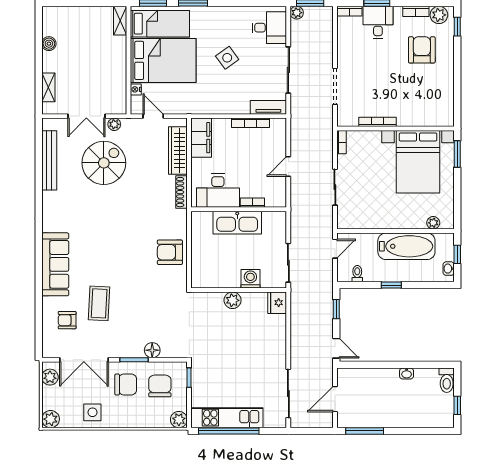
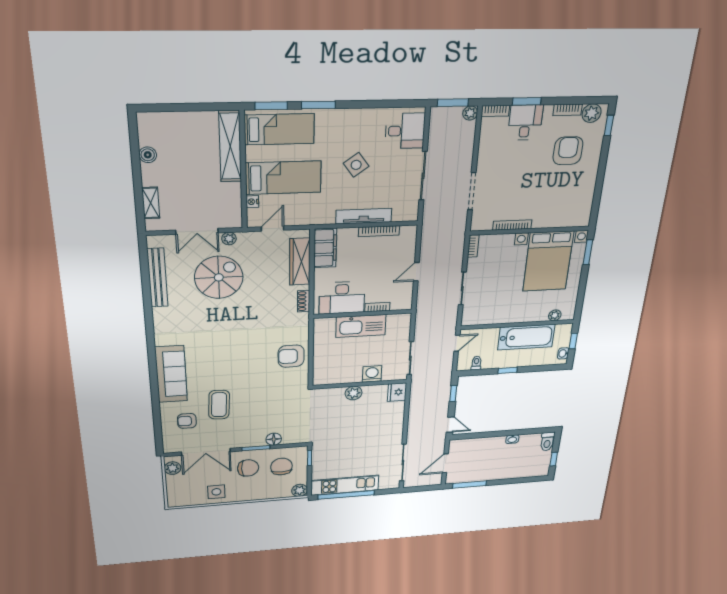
plant: (297, 13) -> (470, 113), moved
shelving: (120, 21) -> (230, 146), width x2.20, depth x1.33
bed: (163, 60) -> (283, 178), width x0.67
tv unit: (268, 107) -> (364, 216), moved, width x1.41
door: (153, 116) -> (272, 229), hinge flipped
shoe rack: (182, 192) -> (304, 301), width x0.70
plant: (51, 419) -> (176, 500), removed

